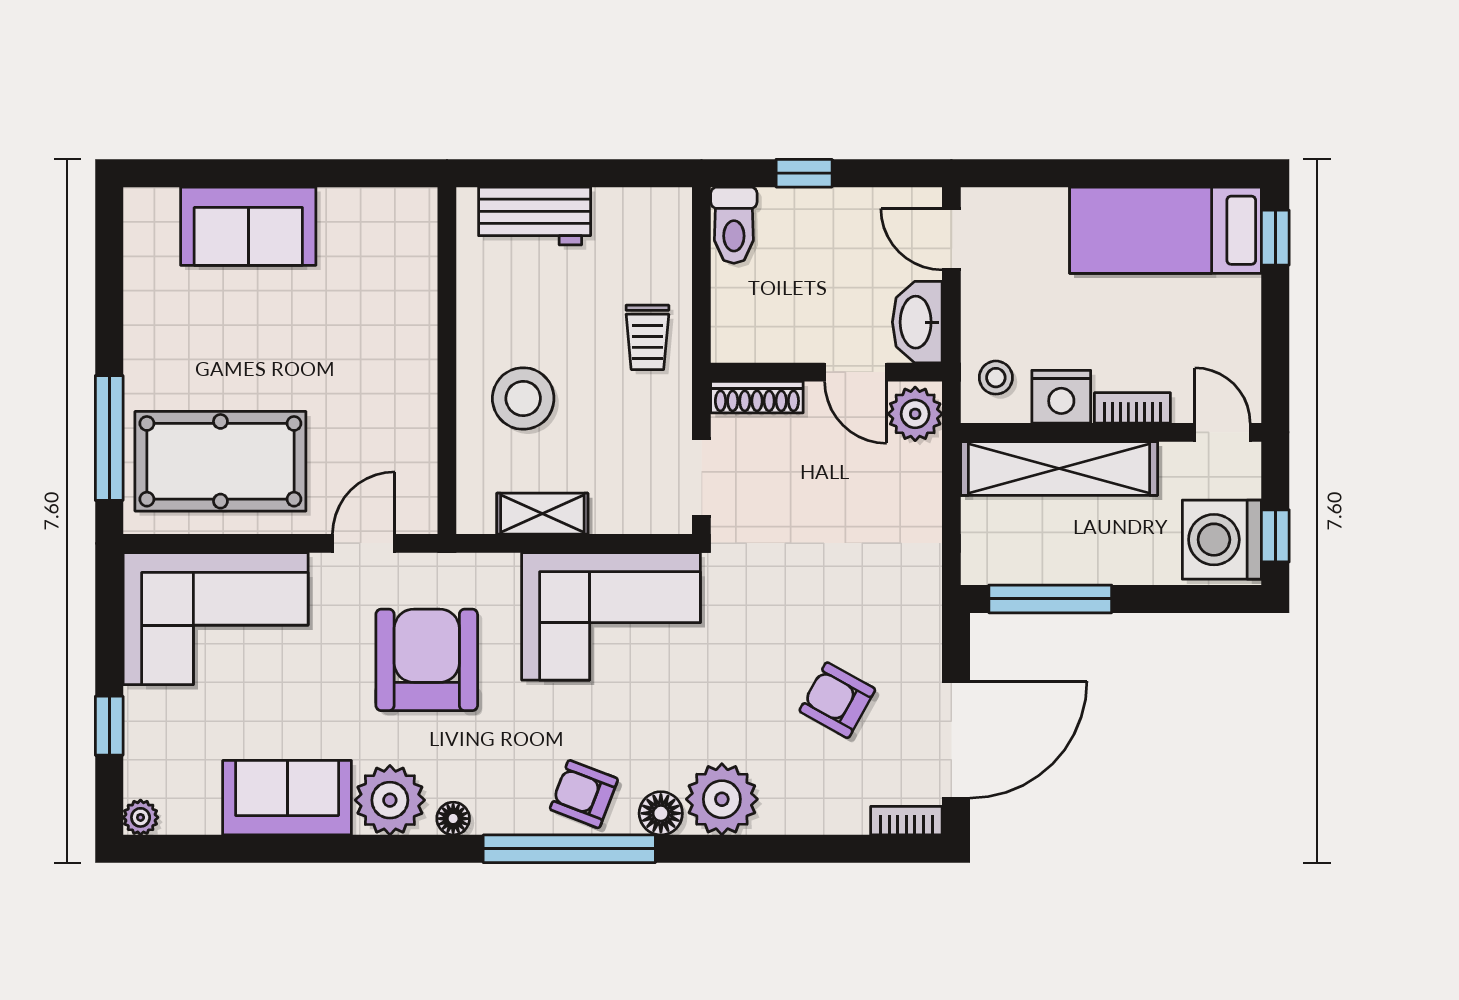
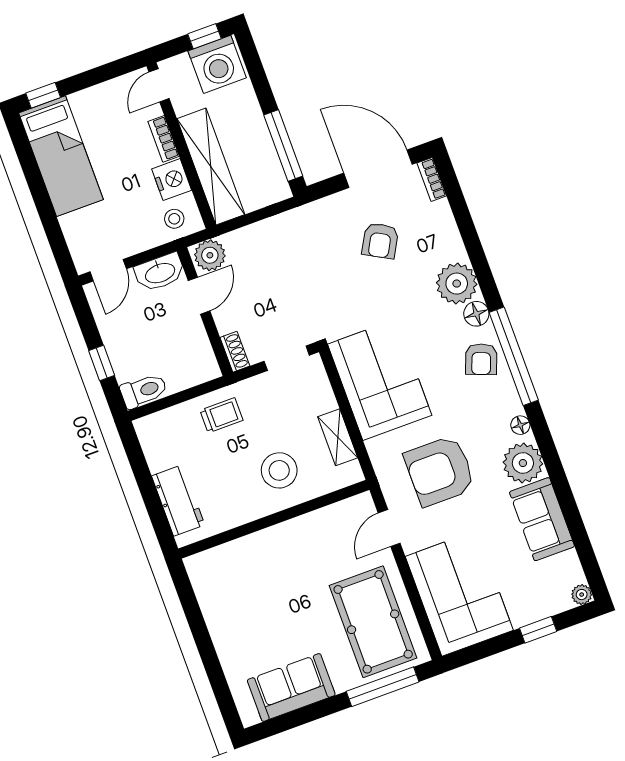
sofa: (248, 226) -> (291, 688), moved, turned -90
shoe rack: (757, 397) -> (235, 352), width x0.70
door: (364, 543) -> (389, 528), hinge flipped

